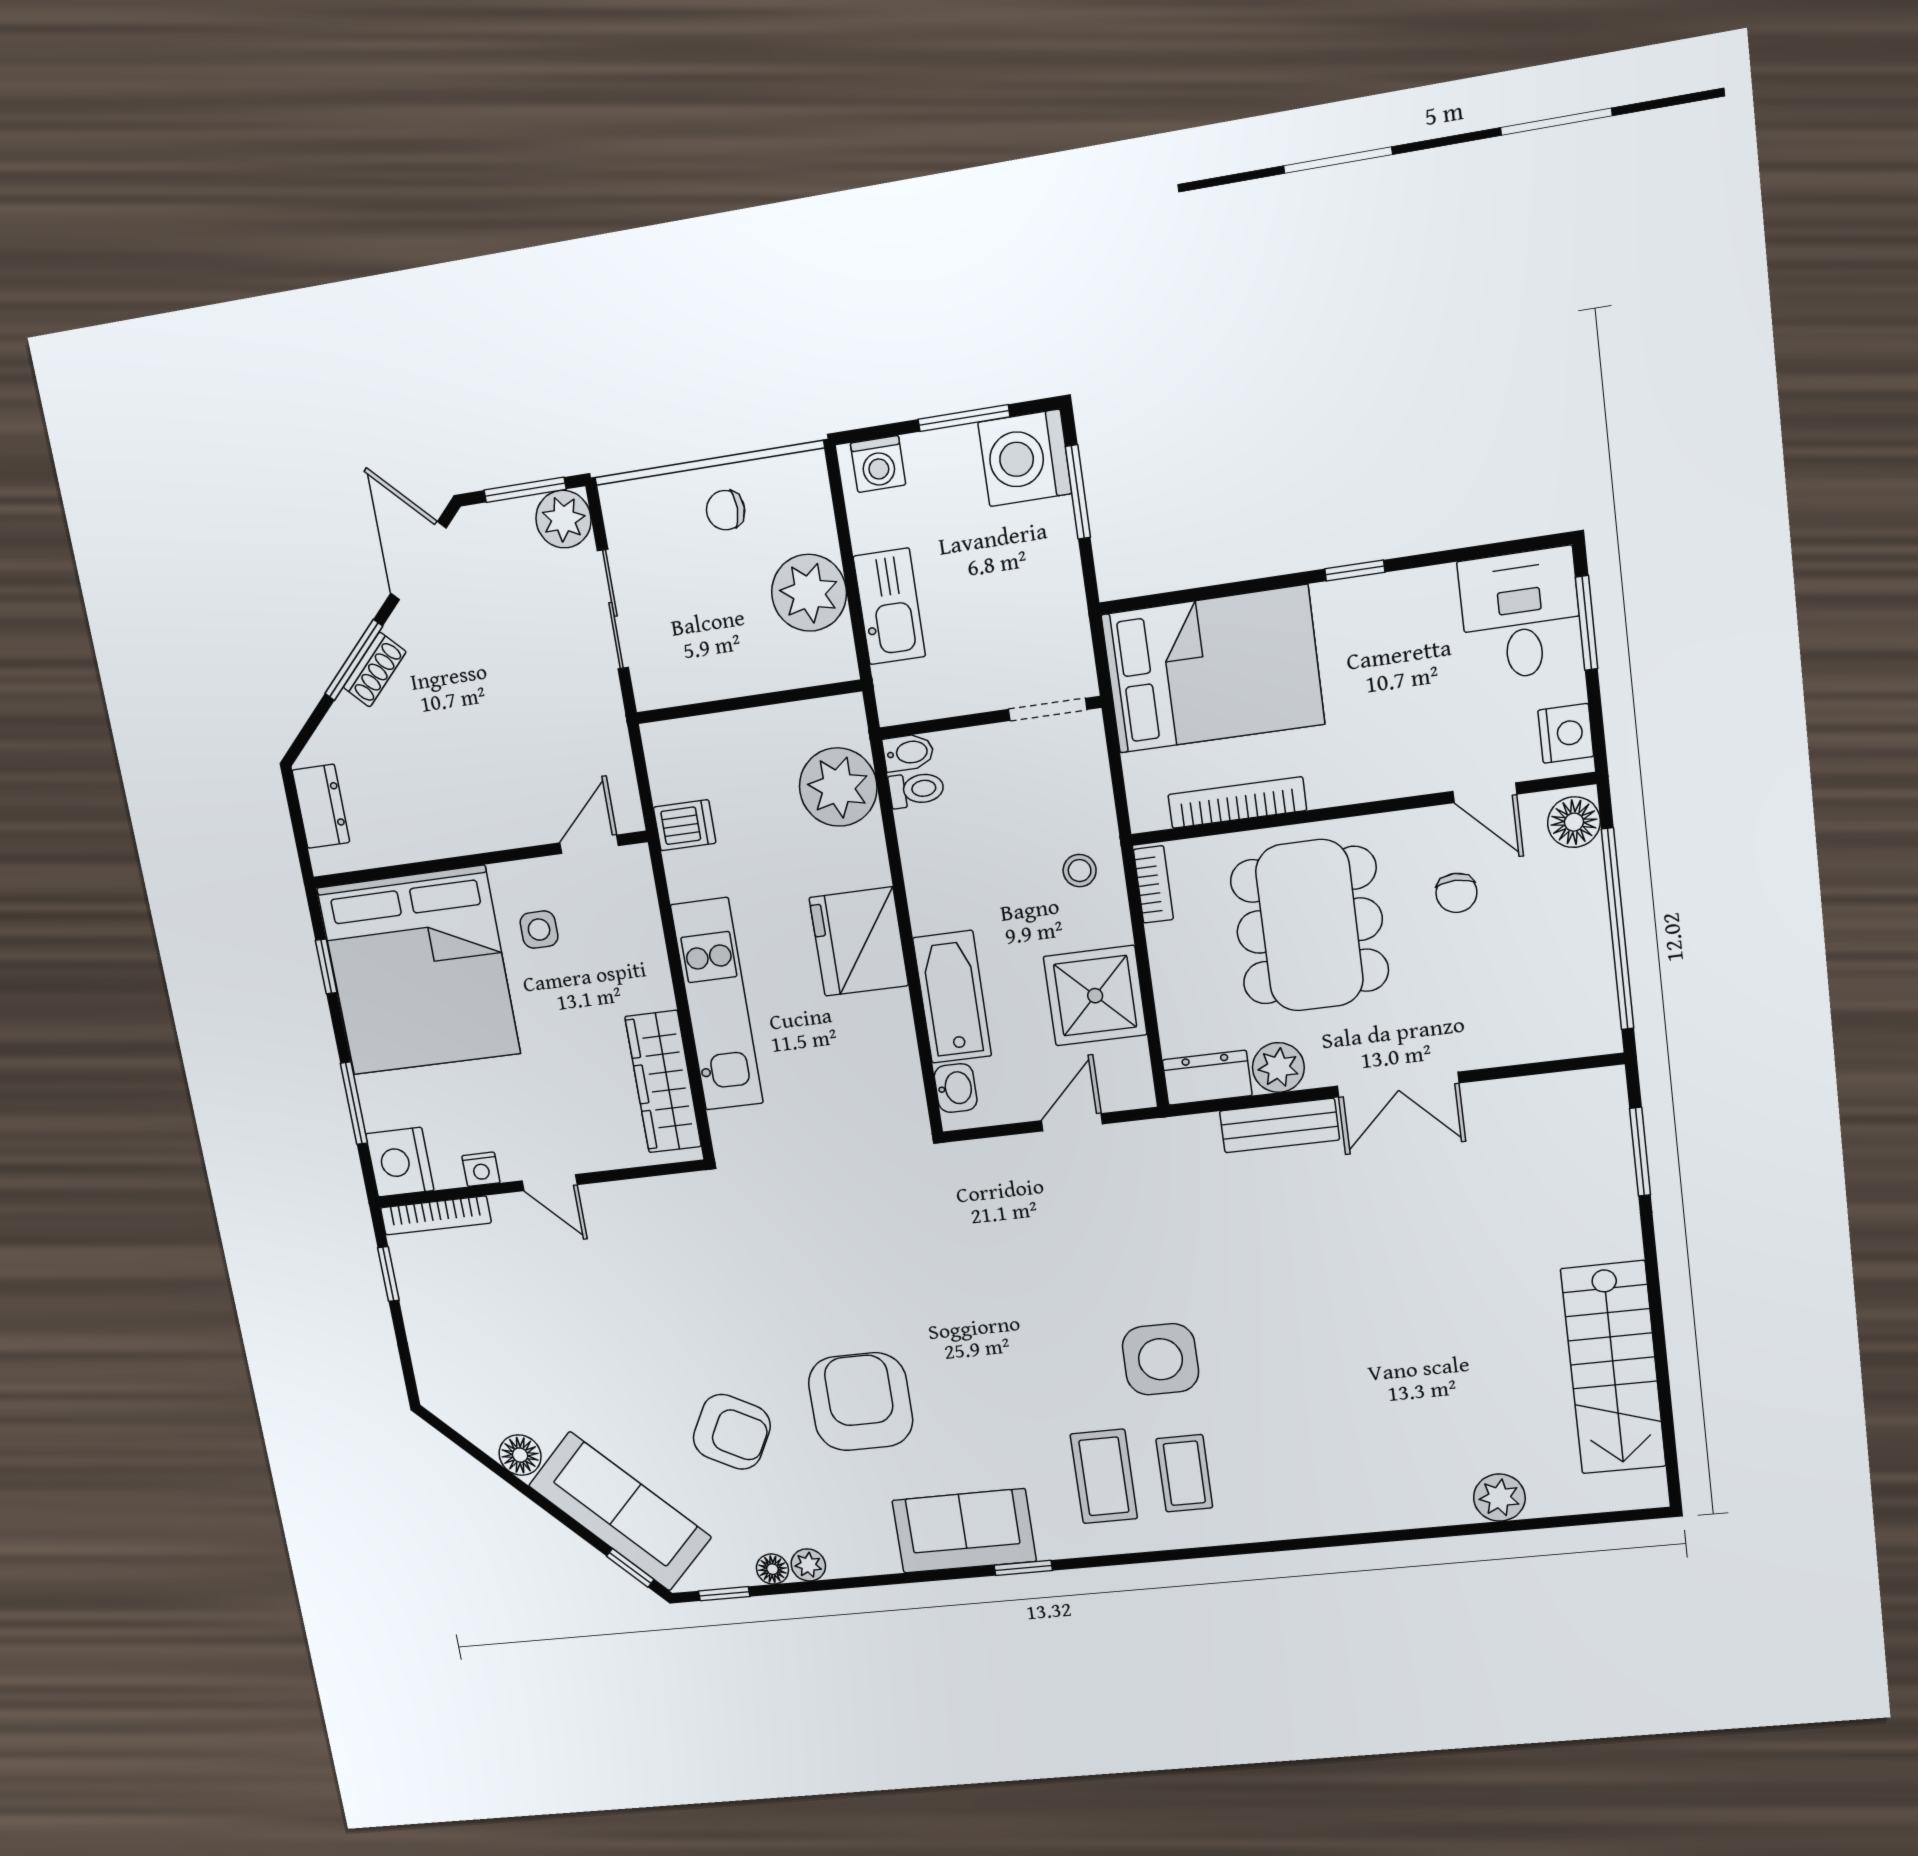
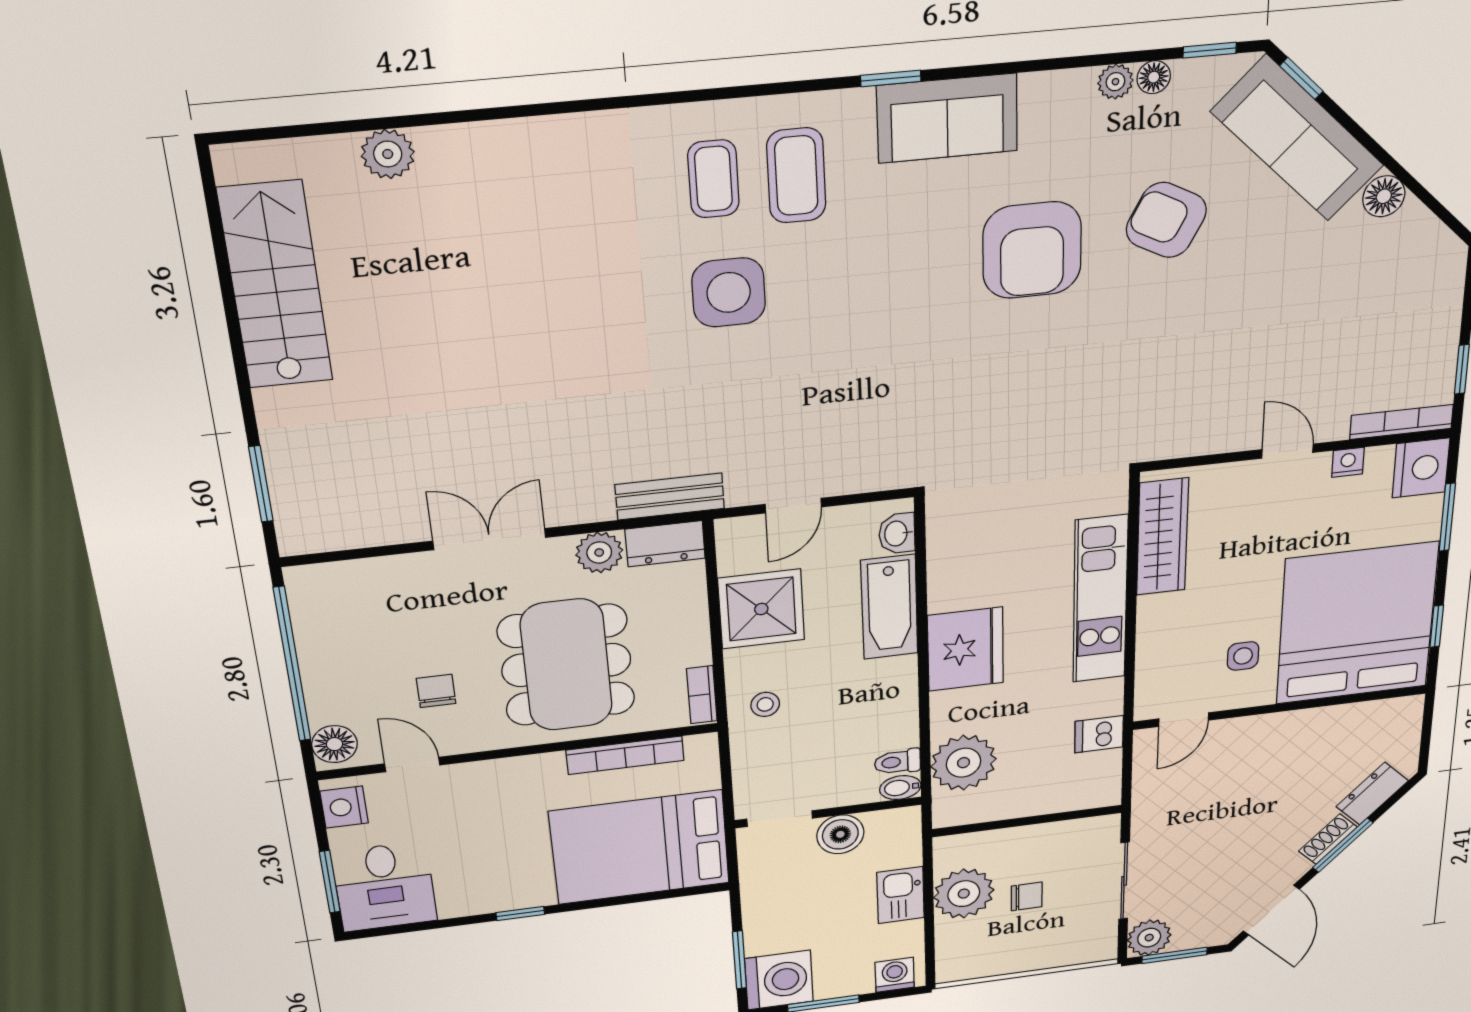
chair: (726, 510) -> (1027, 896), moved
kitchen sink: (889, 606) -> (901, 895), width x0.73
boiler: (972, 685) -> (840, 834), added
dresser: (321, 806) -> (1372, 794), moved, turned 45
bench: (1279, 1126) -> (670, 497), moved

